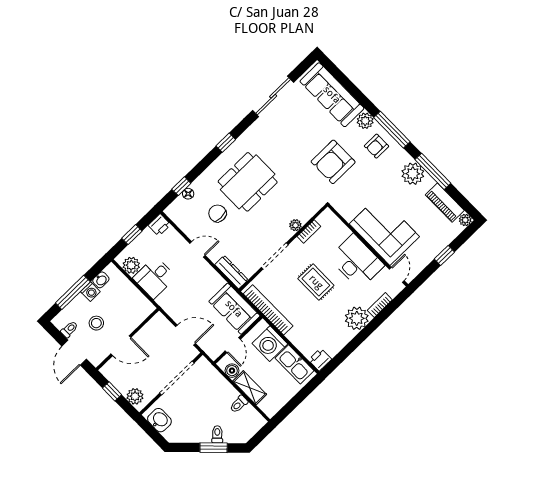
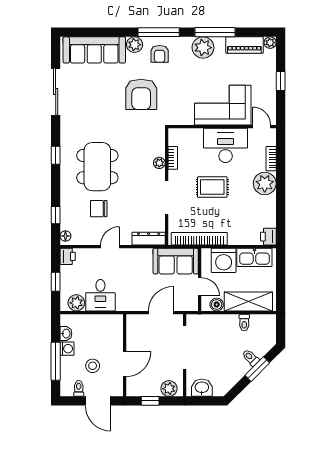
floor lamp: (188, 194) -> (65, 236), moved
shelving: (250, 388) -> (248, 301), width x1.50, depth x1.33

